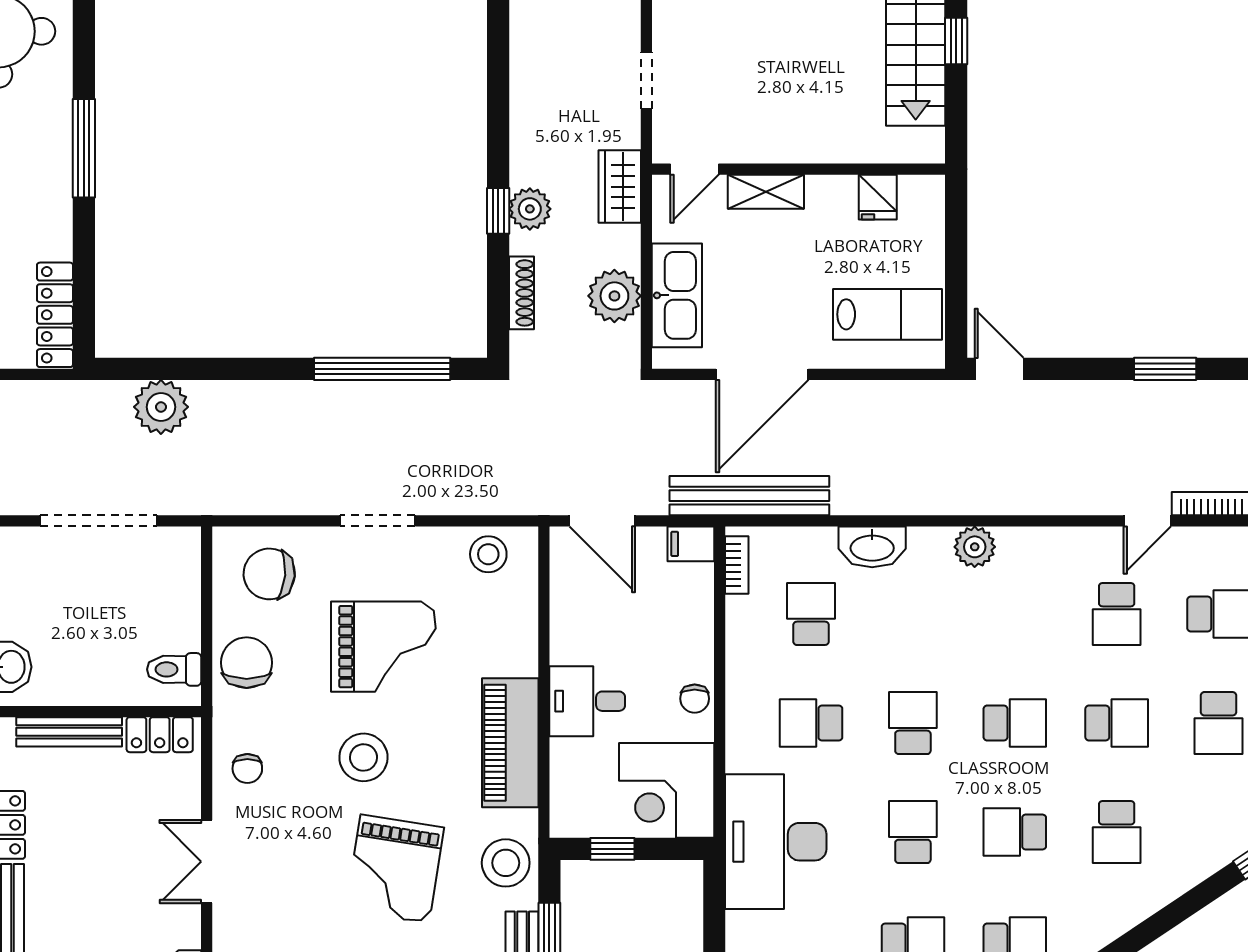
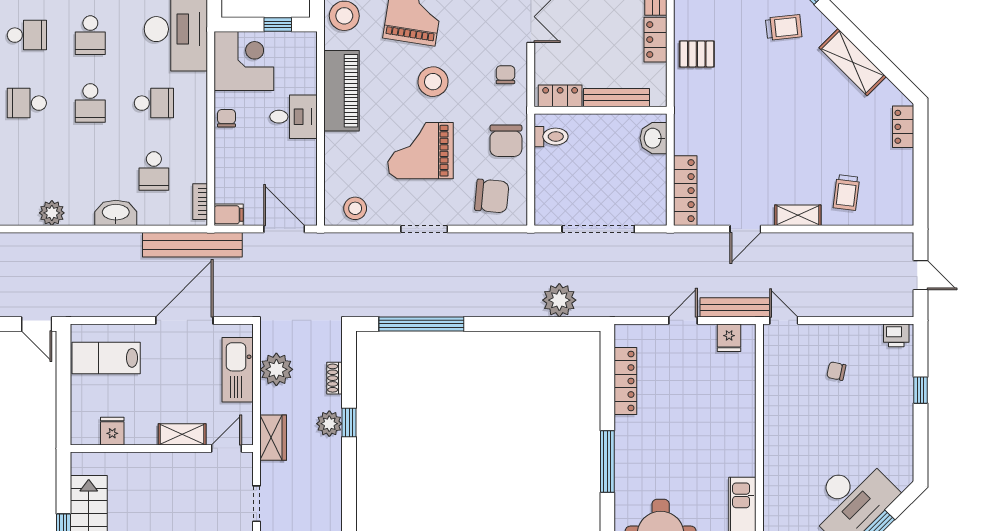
shoe rack: (521, 293) -> (335, 378), width x0.70
locker: (55, 315) -> (625, 381), moved

